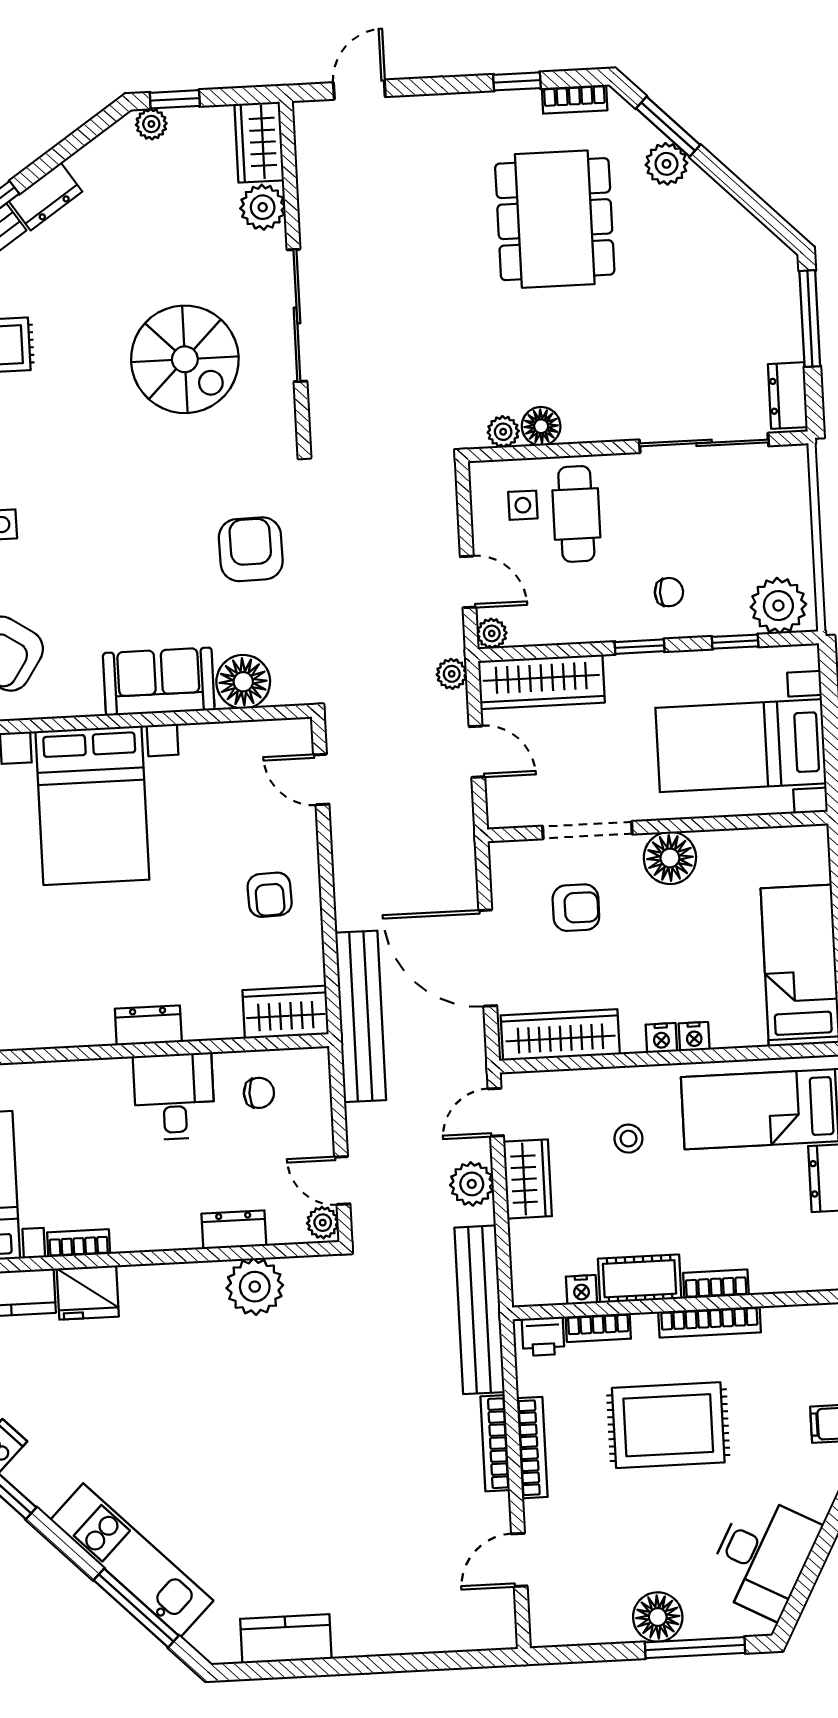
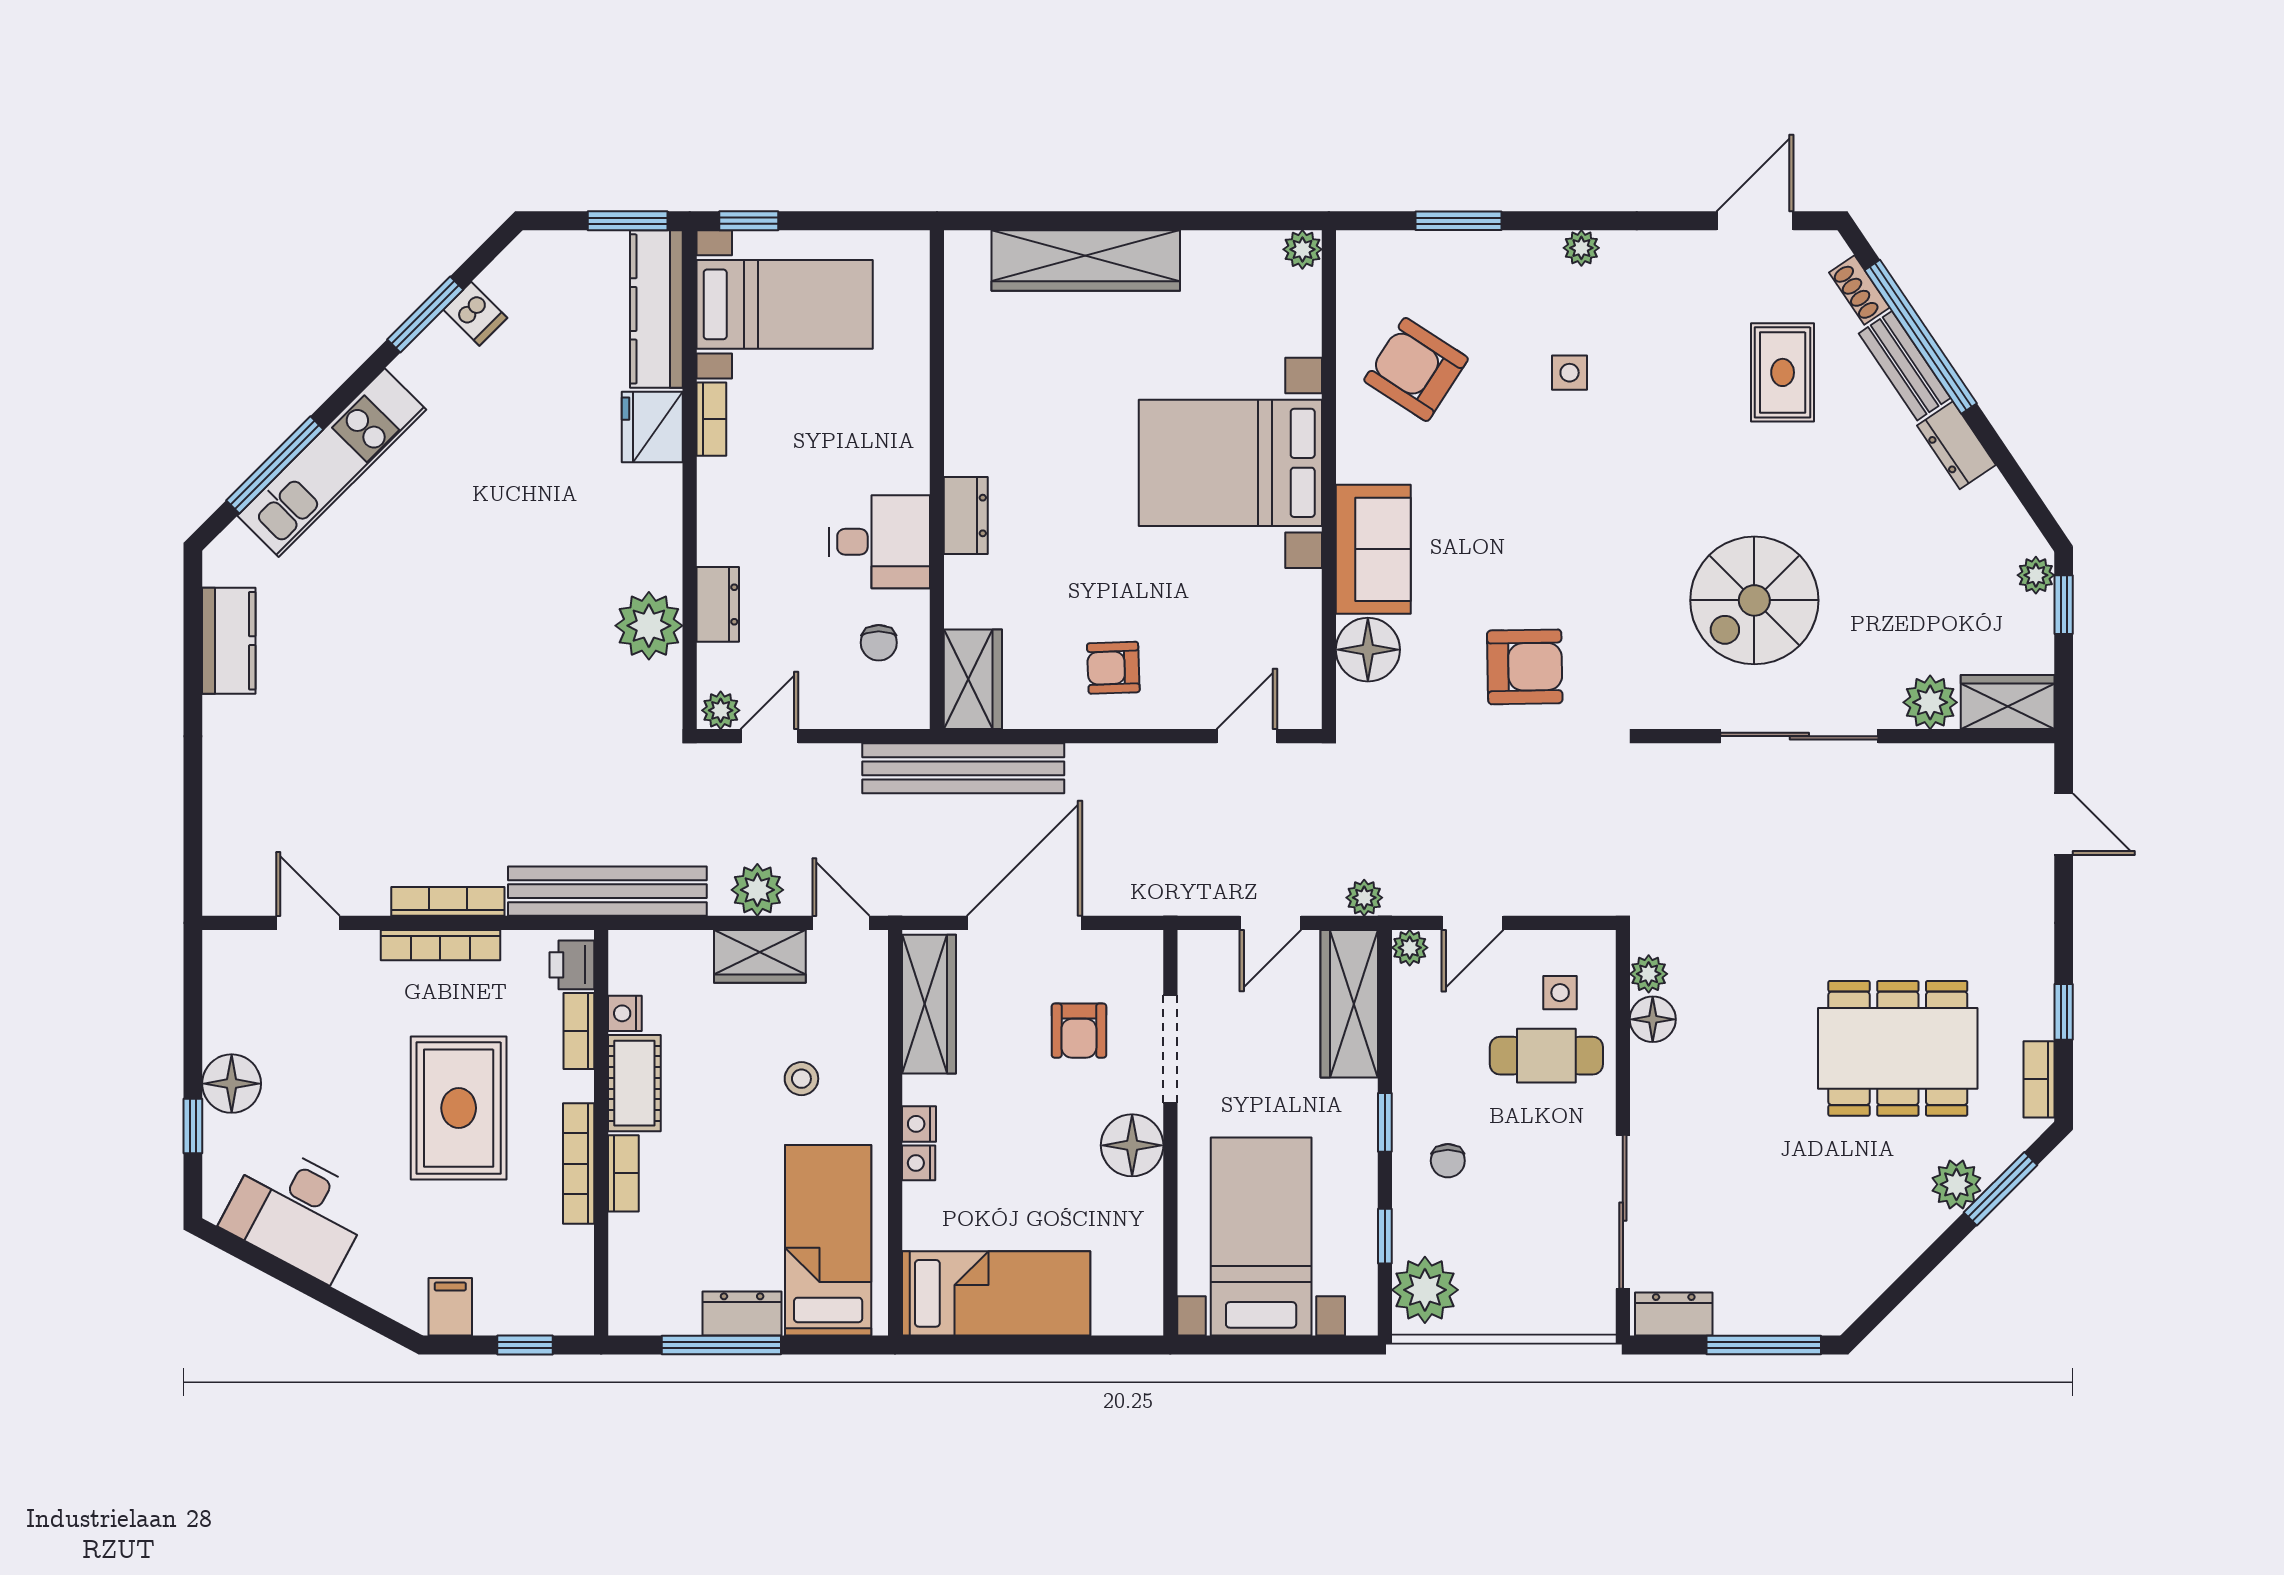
window: (695, 1648) -> (193, 1126), width x0.46

